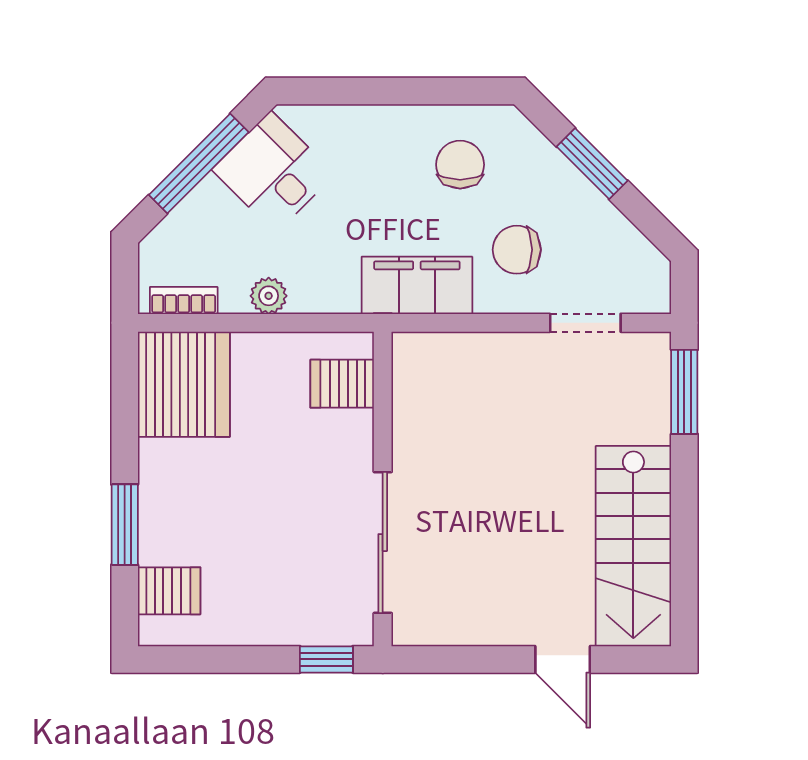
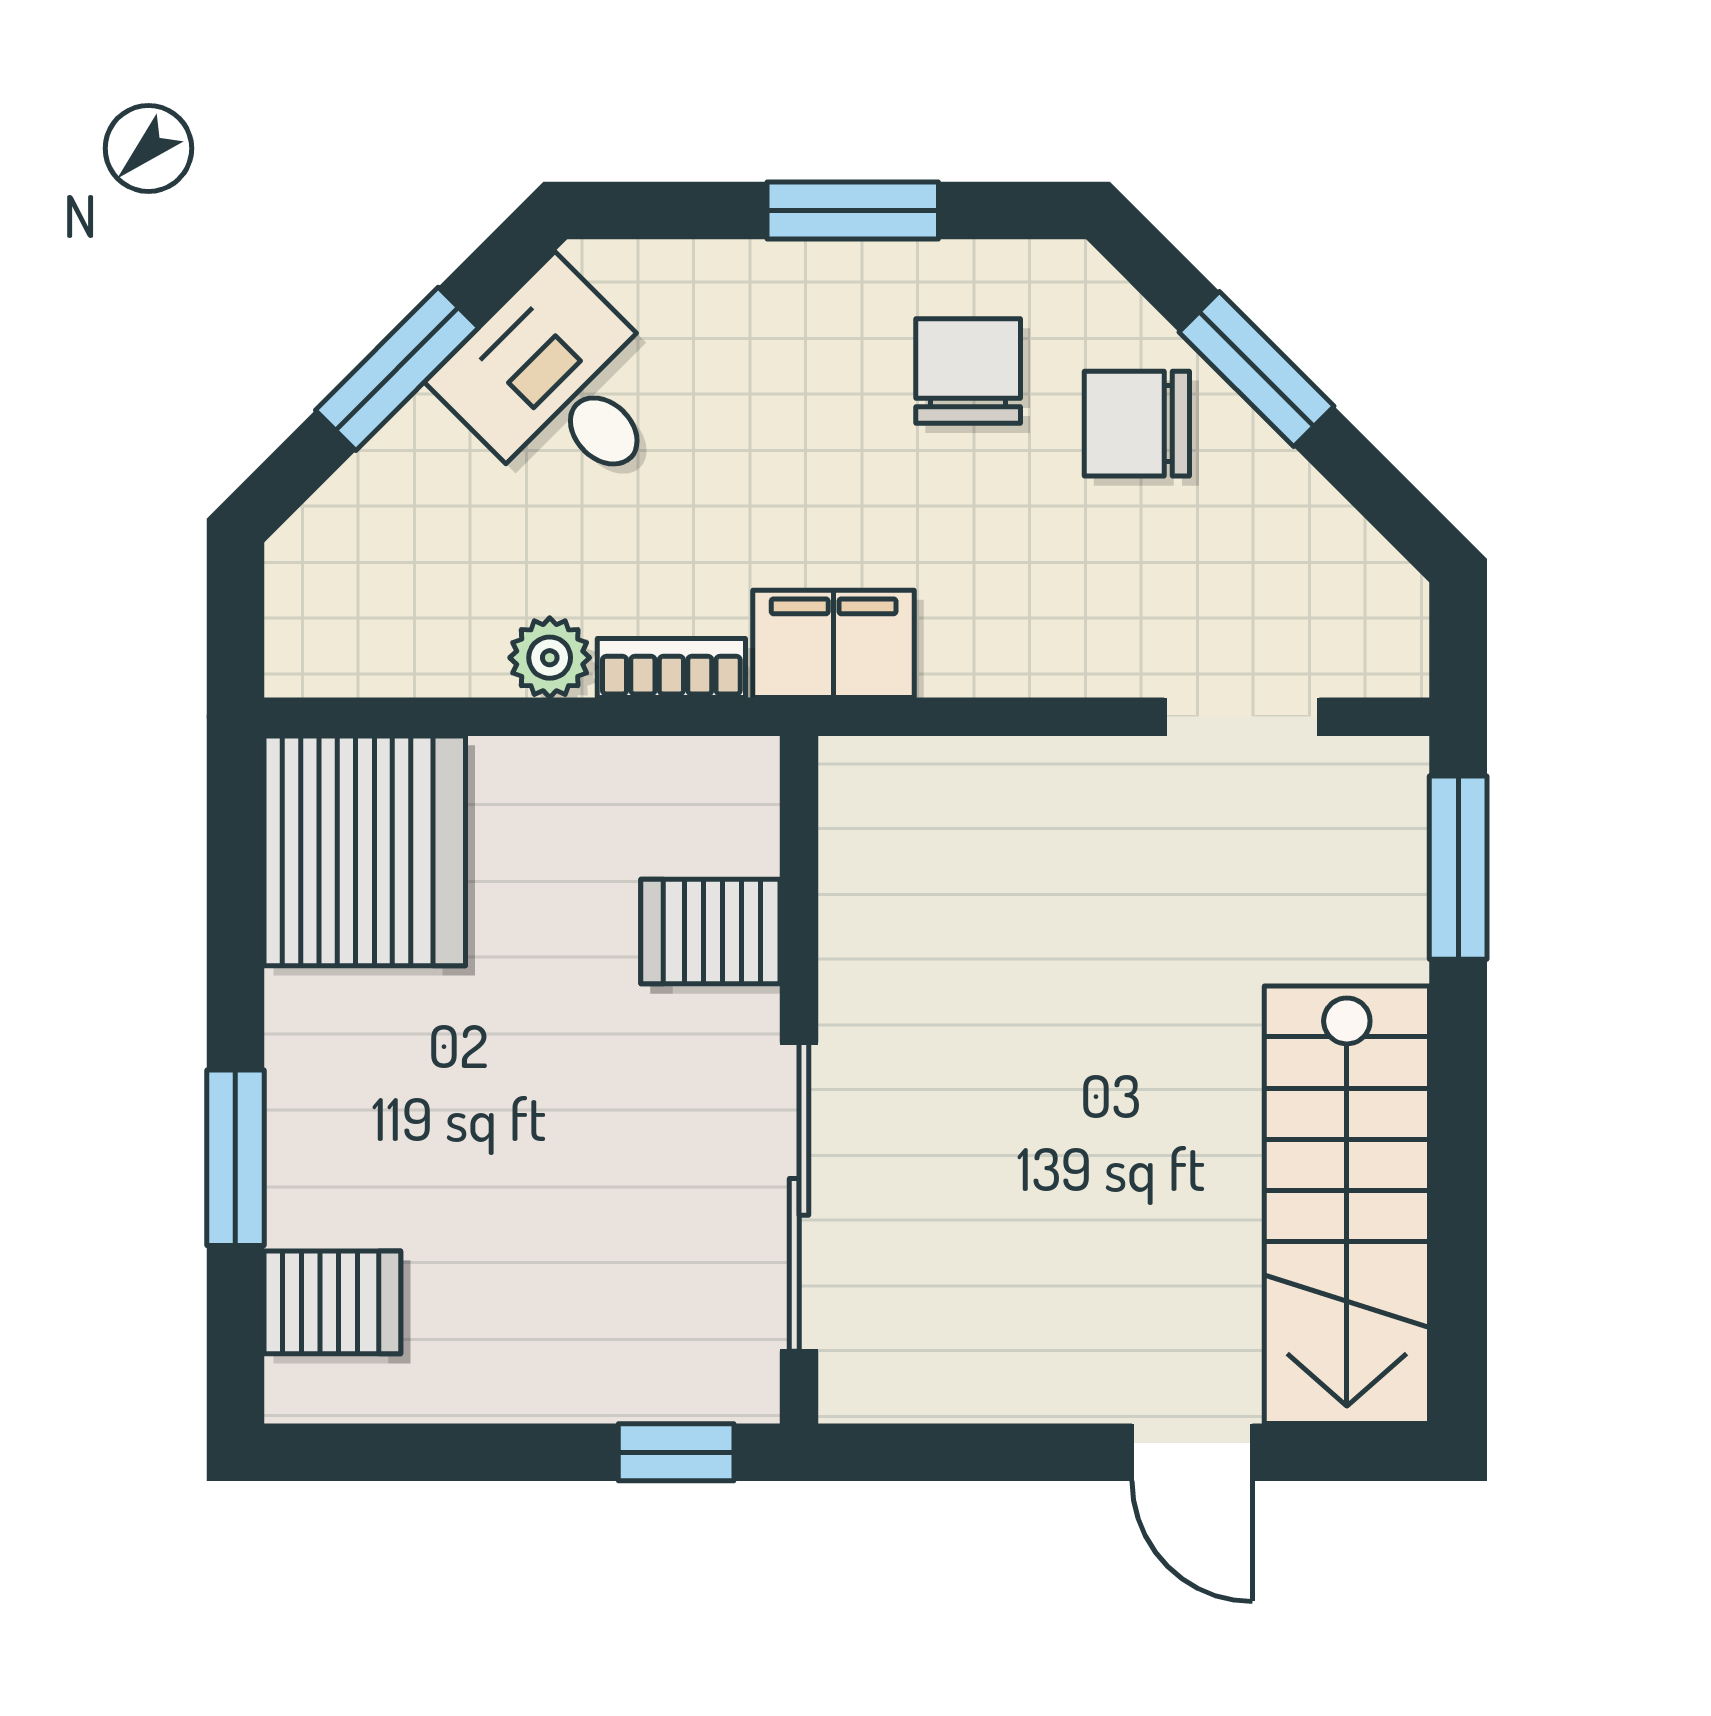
window: (407, 91) -> (853, 211), added
window: (199, 164) -> (397, 369), width x0.69
chair: (517, 250) -> (1137, 424), moved
filing cabinet: (417, 285) -> (834, 644), width x0.67, depth x0.86
bookcase: (184, 301) -> (671, 668), moved
server rack: (342, 384) -> (710, 932), moved

